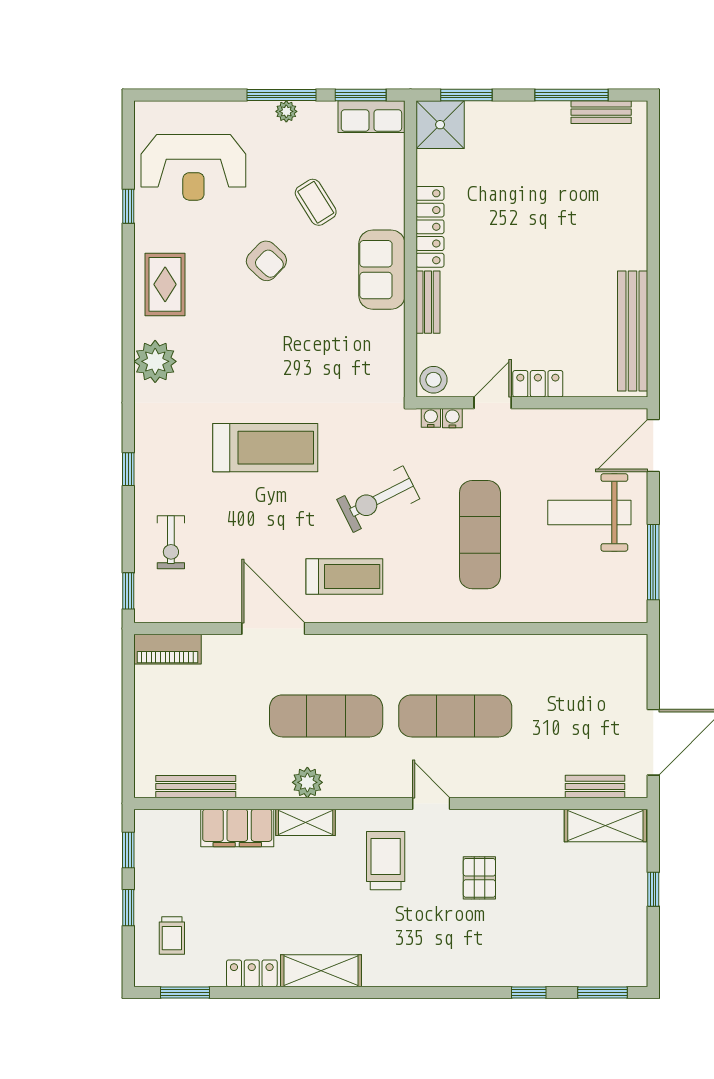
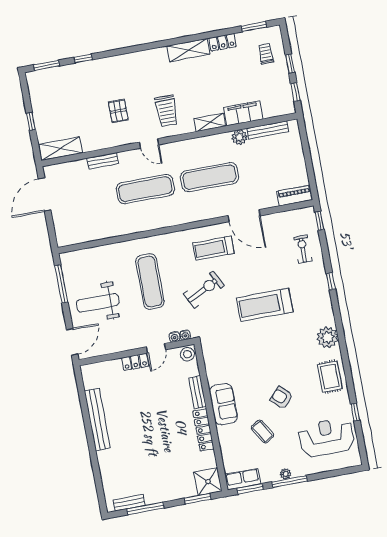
bench: (633, 331) -> (97, 419), moved
weight bench: (589, 512) -> (98, 303), turned 180
plant: (307, 782) -> (240, 137), moved
bench: (595, 786) -> (103, 161), moved

